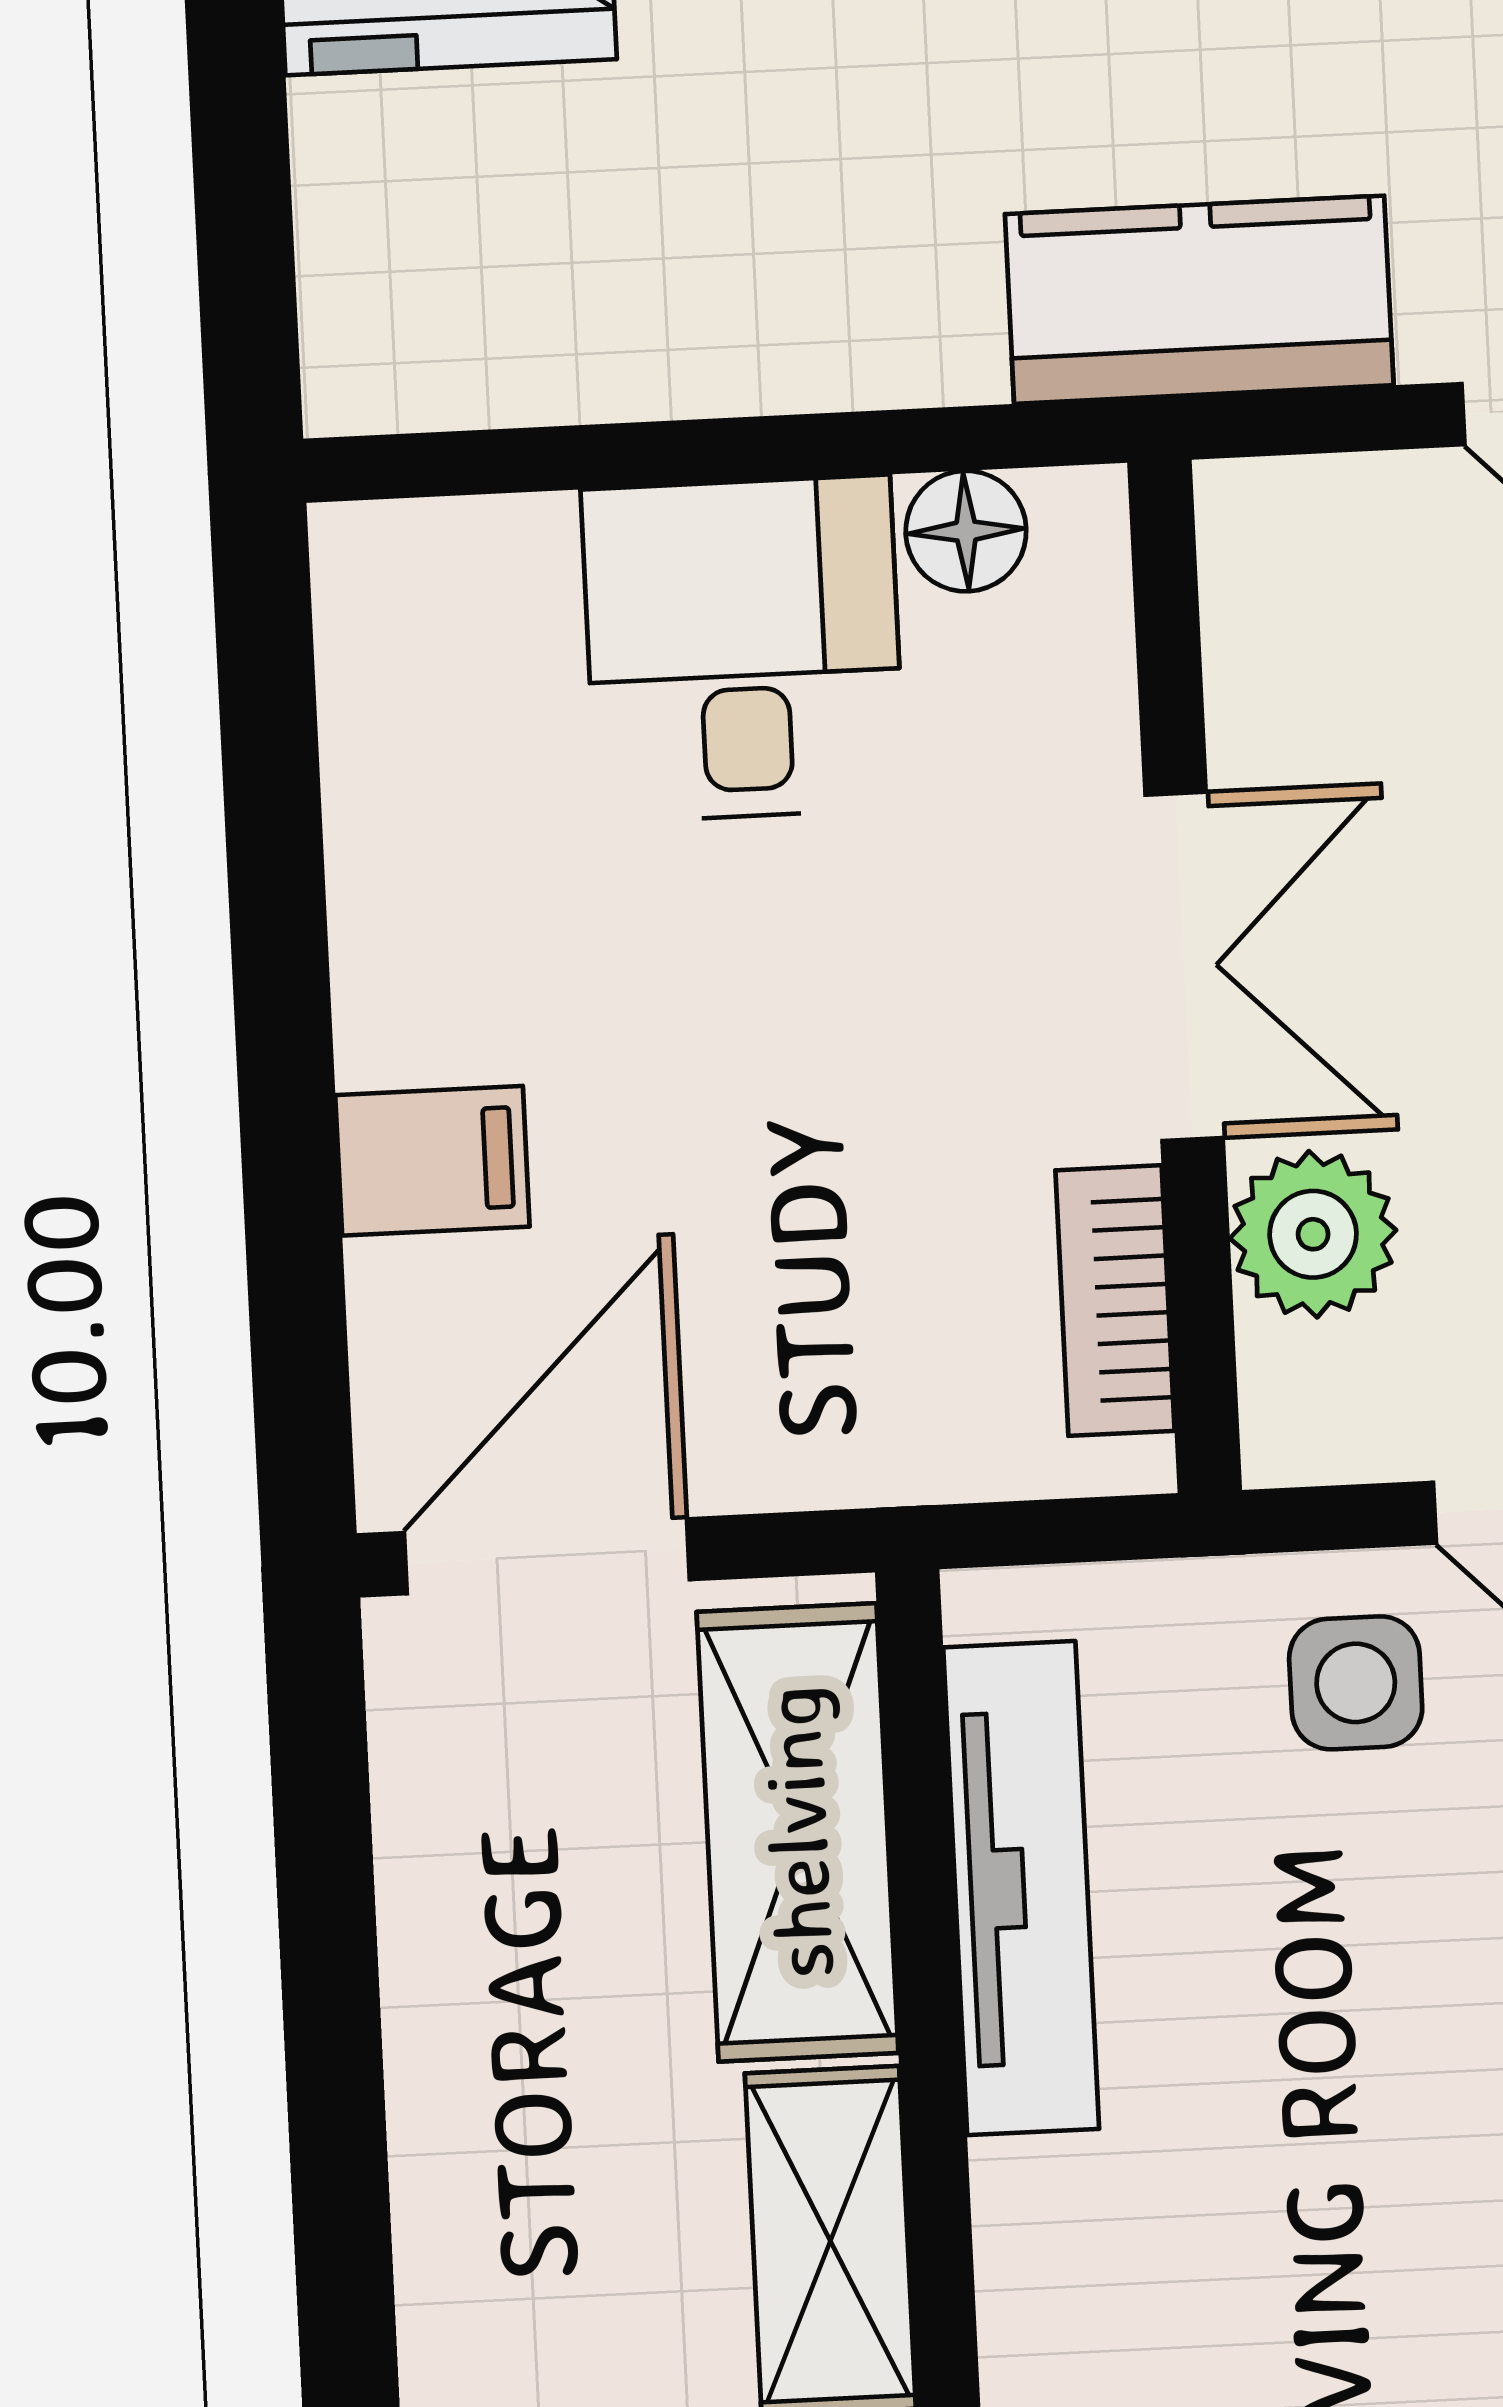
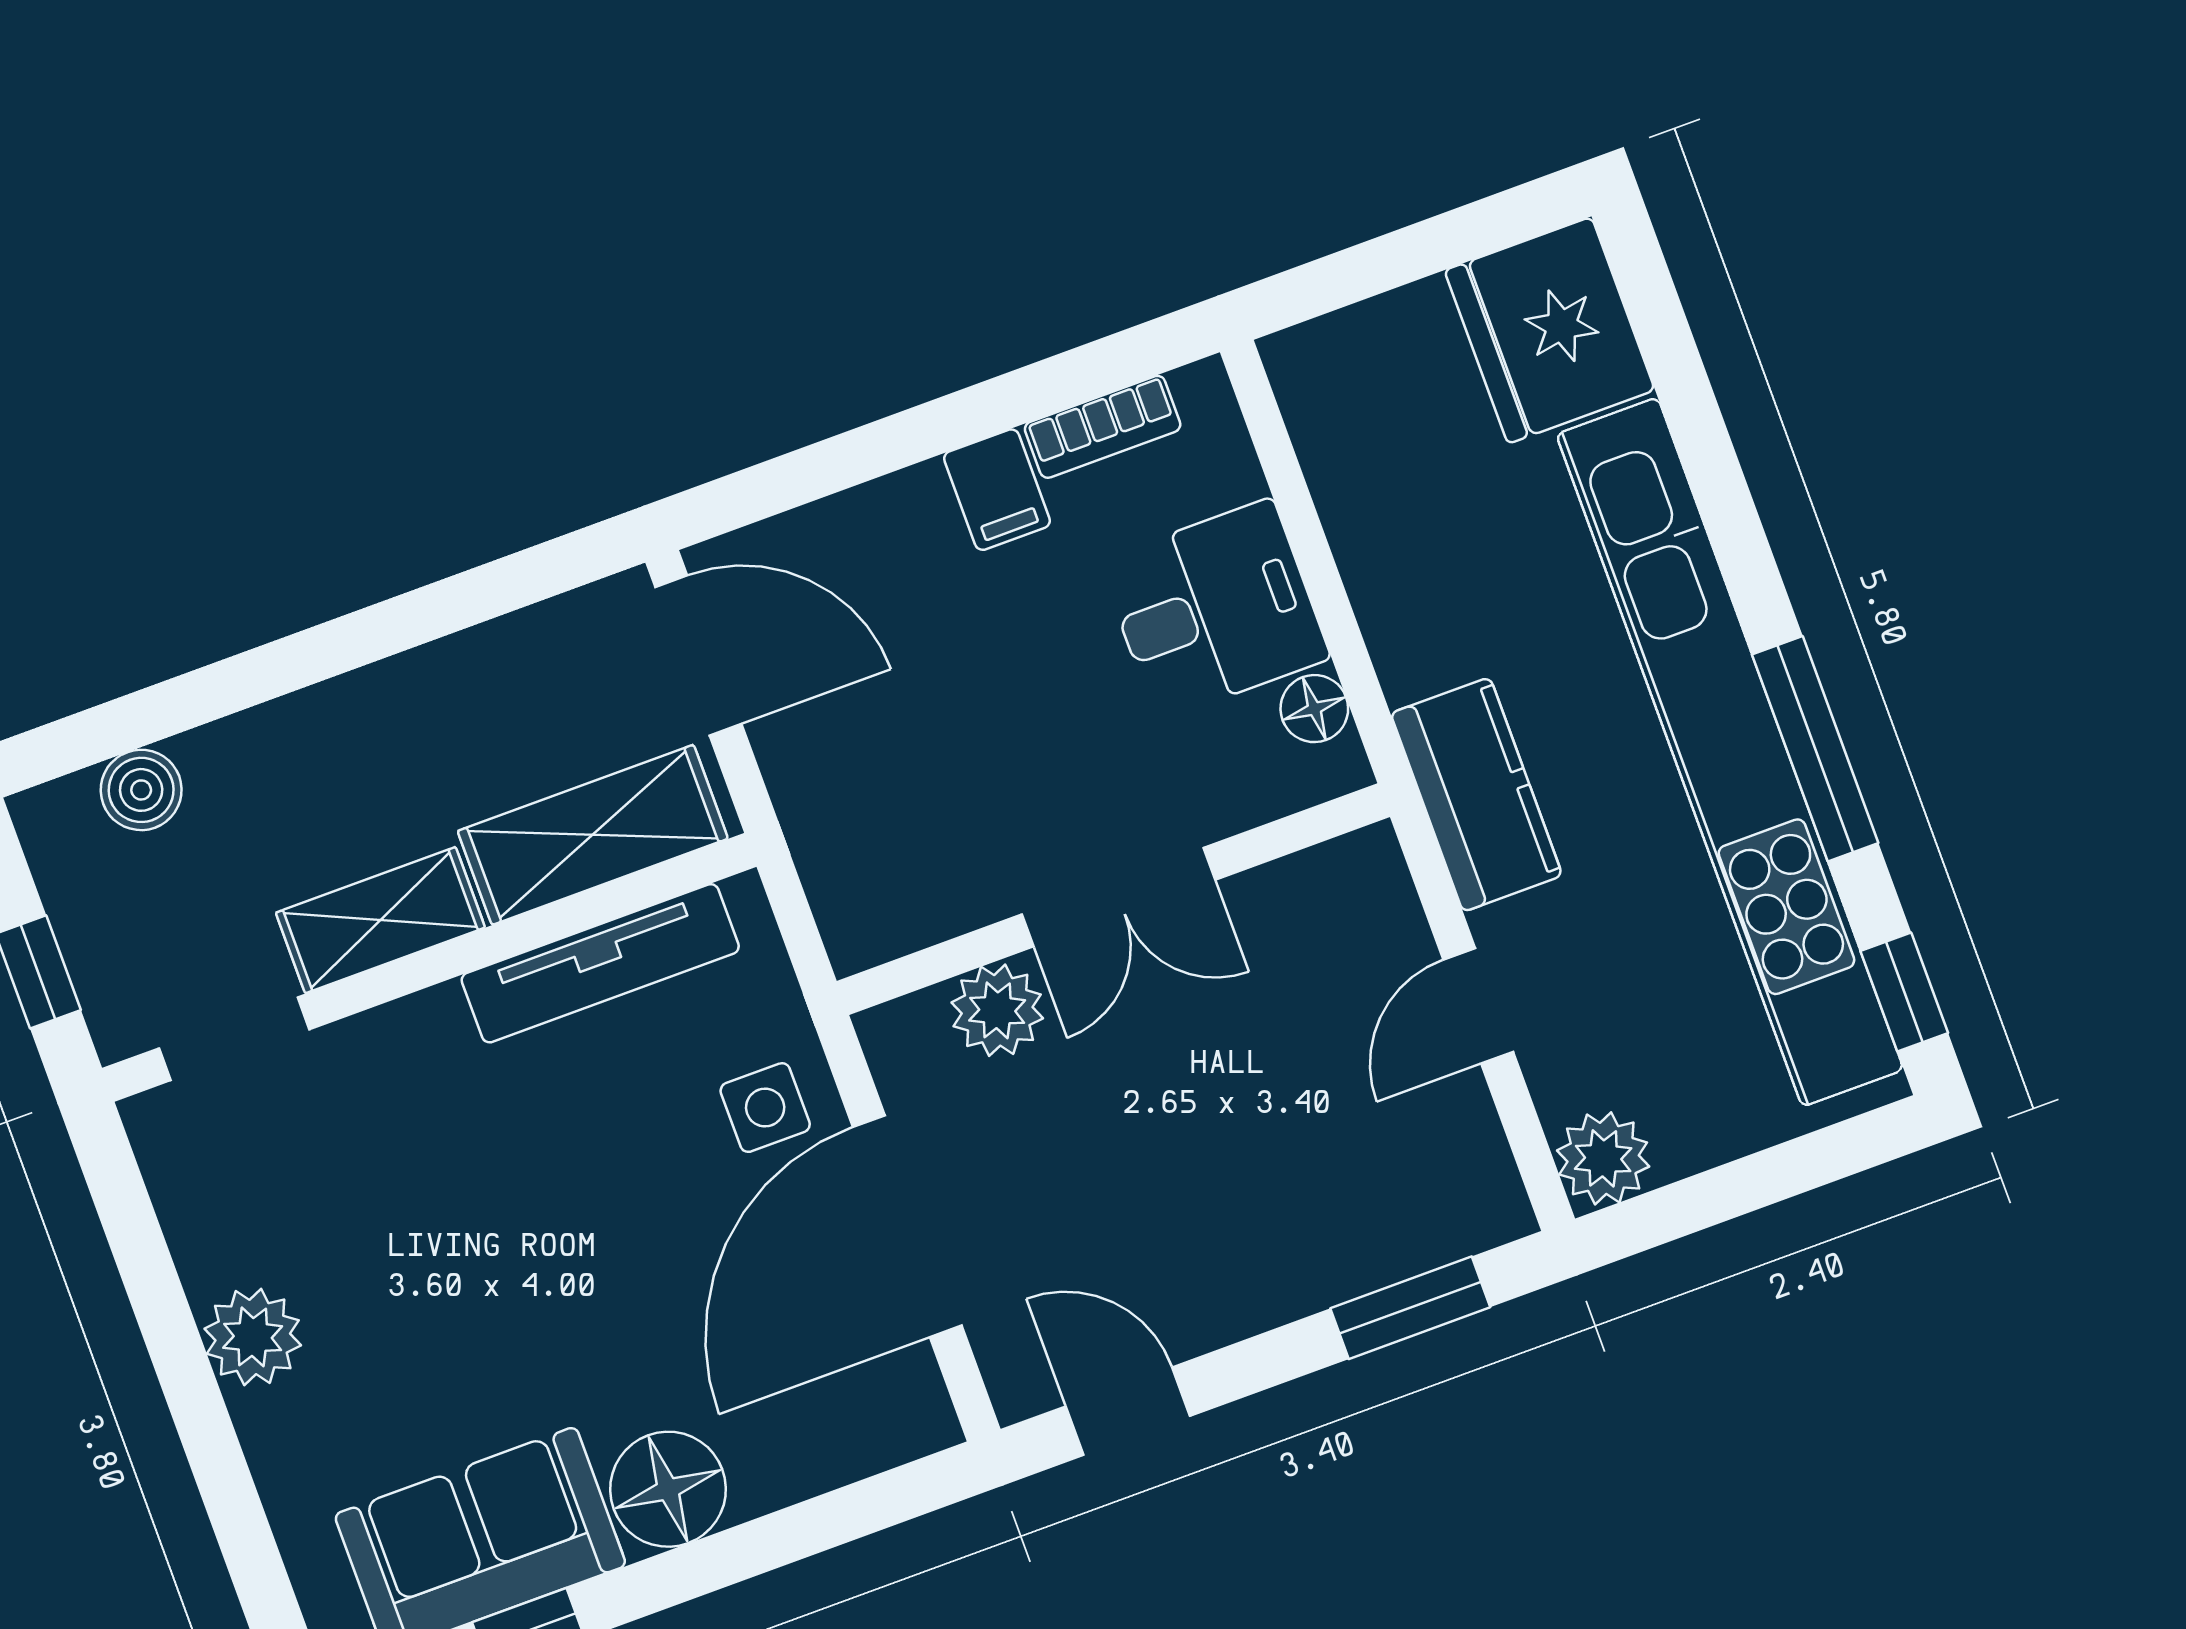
filing cabinet: (432, 1161) -> (997, 490), moved
bookcase: (1115, 1301) -> (1103, 427), moved, turned 180

